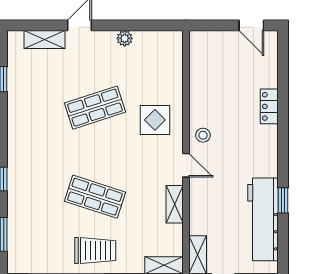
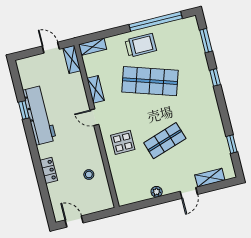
stool: (203, 135) -> (89, 174), moved
shop shelf: (95, 197) -> (150, 81), width x1.43, depth x1.36
workbench: (263, 219) -> (39, 115), moved
trolley: (95, 251) -> (141, 45), turned 180

